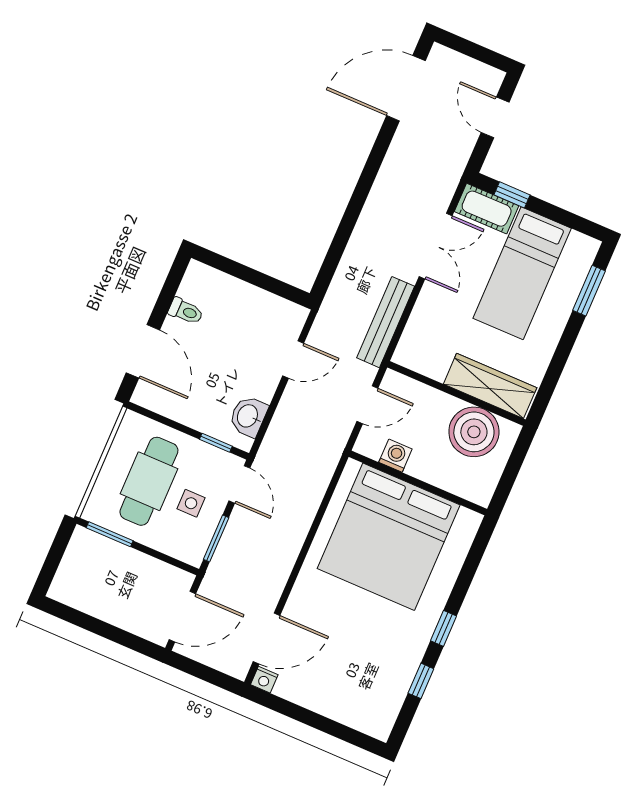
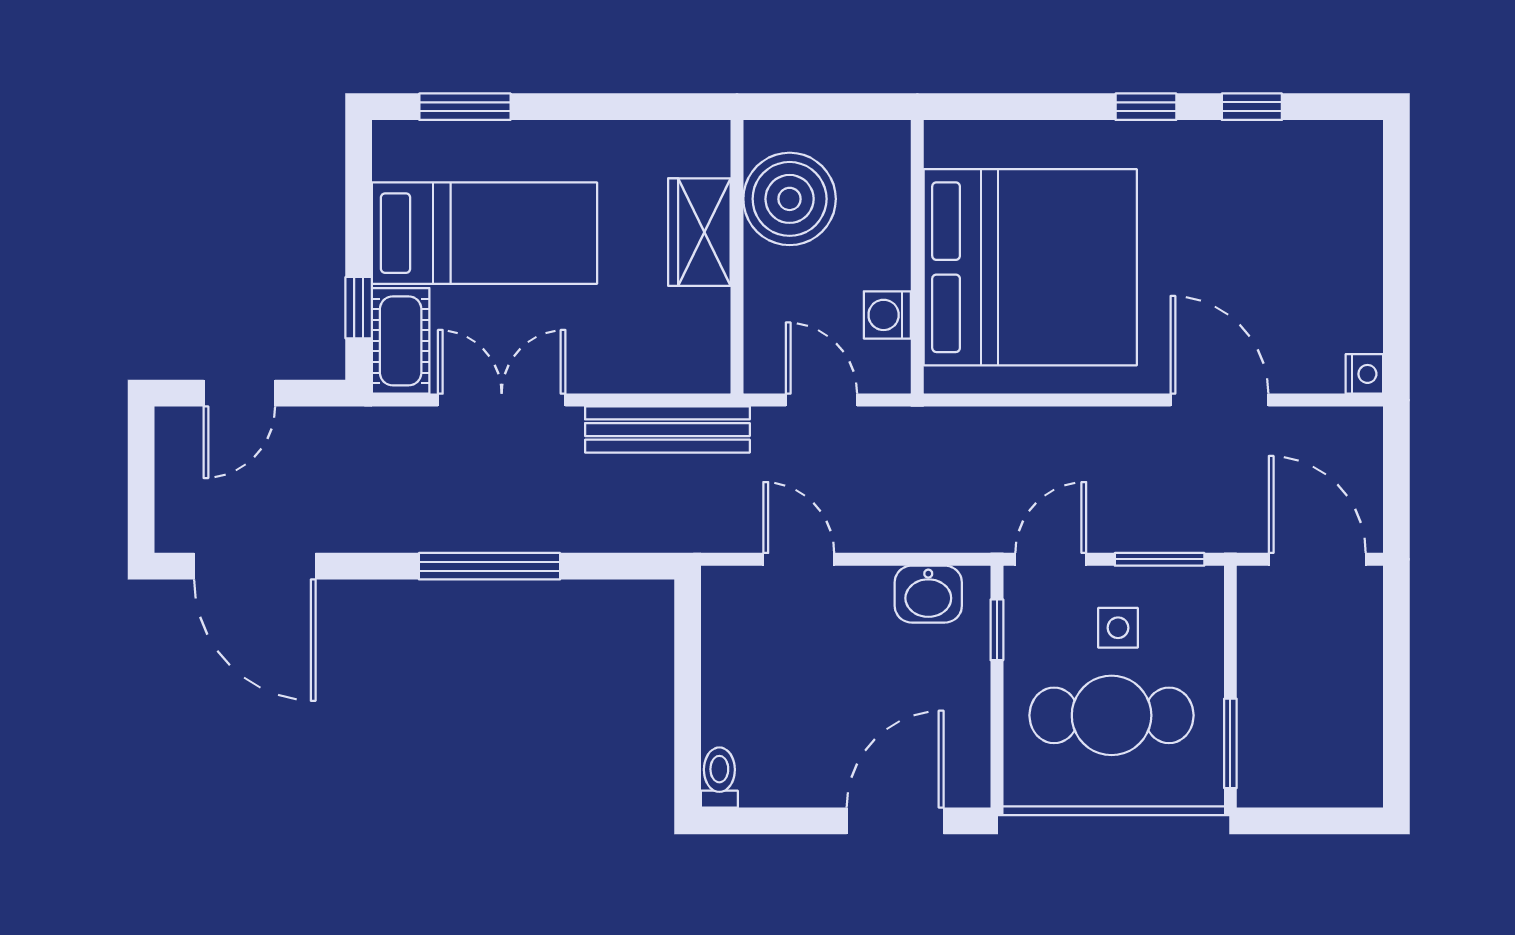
window: (356, 205) -> (489, 566), added
toilet: (186, 311) -> (719, 778), moved
wardrobe: (490, 386) -> (699, 232), width x0.67
door: (267, 639) -> (1219, 400), moved

